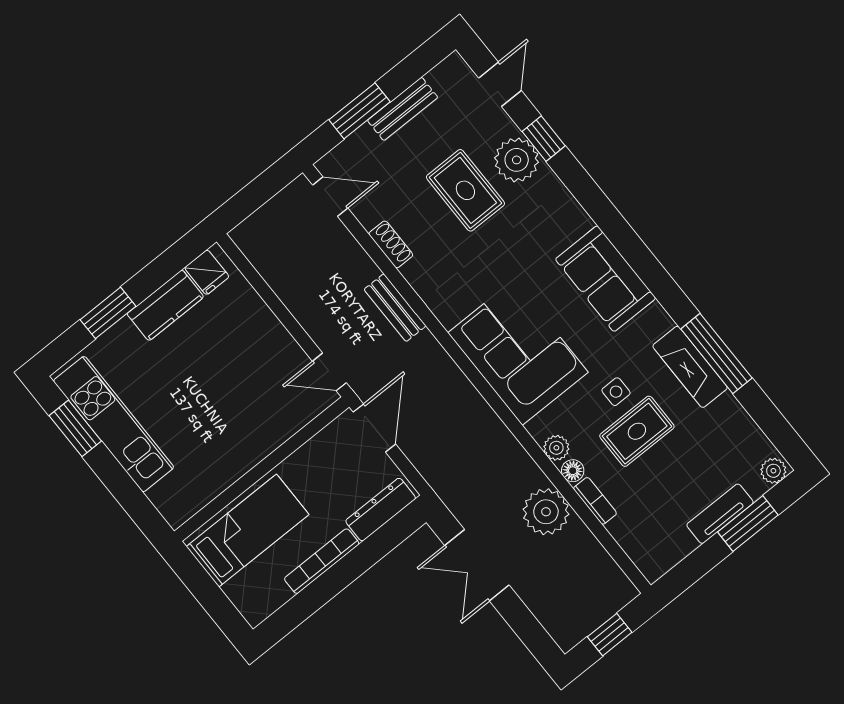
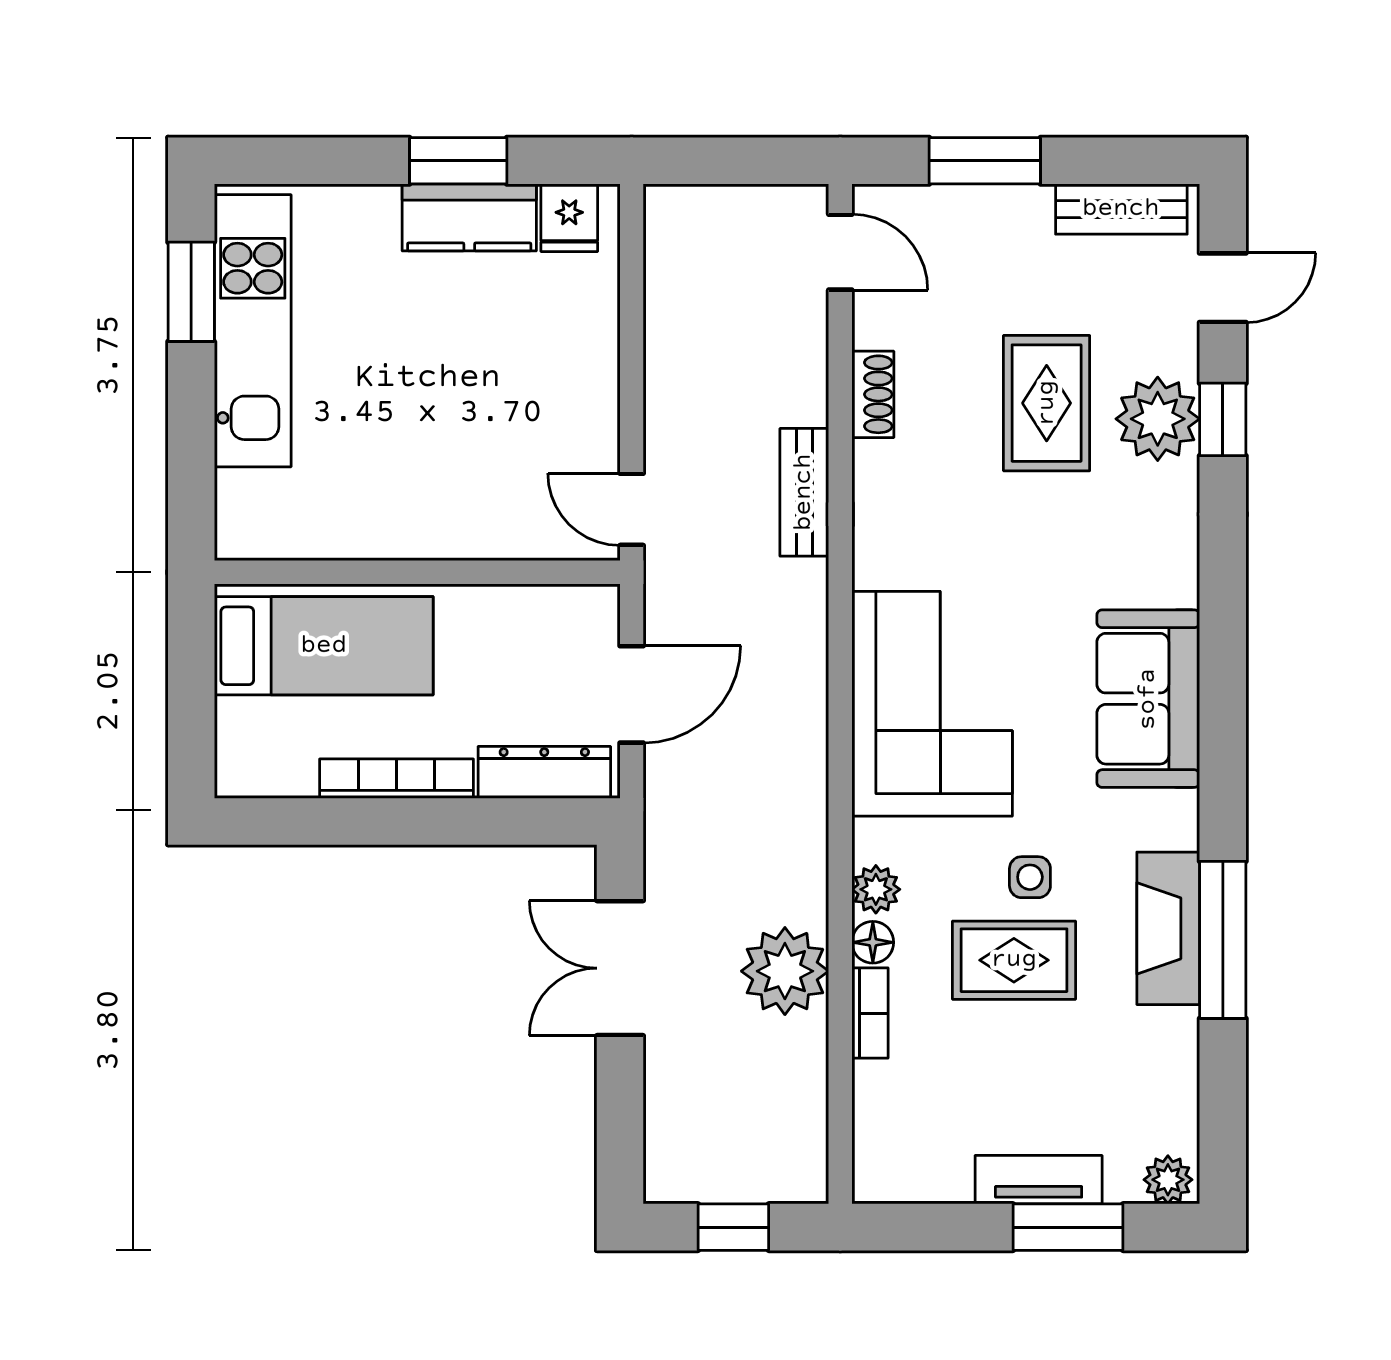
bench: (403, 109) -> (1121, 209), moved
window: (108, 313) -> (458, 161), moved
door: (374, 428) -> (632, 694), moved

